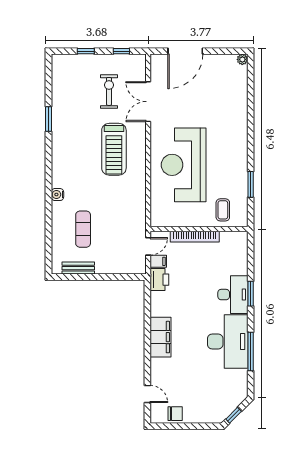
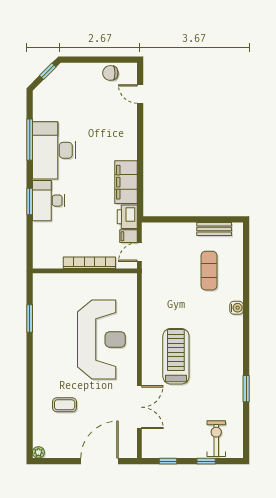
exercise bike: (109, 91) -> (216, 439), moved, turned 180
coffee table: (223, 210) -> (65, 405), moved, turned 90
filing cabinet: (161, 337) -> (126, 182), moved

